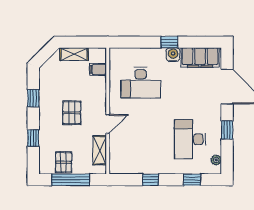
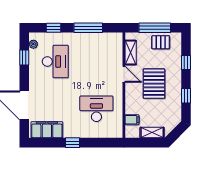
water cooler: (173, 55) -> (69, 132), removed
pallet: (72, 113) -> (154, 84), width x1.50, depth x1.42
door: (108, 124) -> (124, 74), swing flipped
window: (227, 130) -> (24, 57), moved
pallet: (64, 162) -> (161, 42), turned 90
window: (150, 180) -> (88, 28), width x2.17

